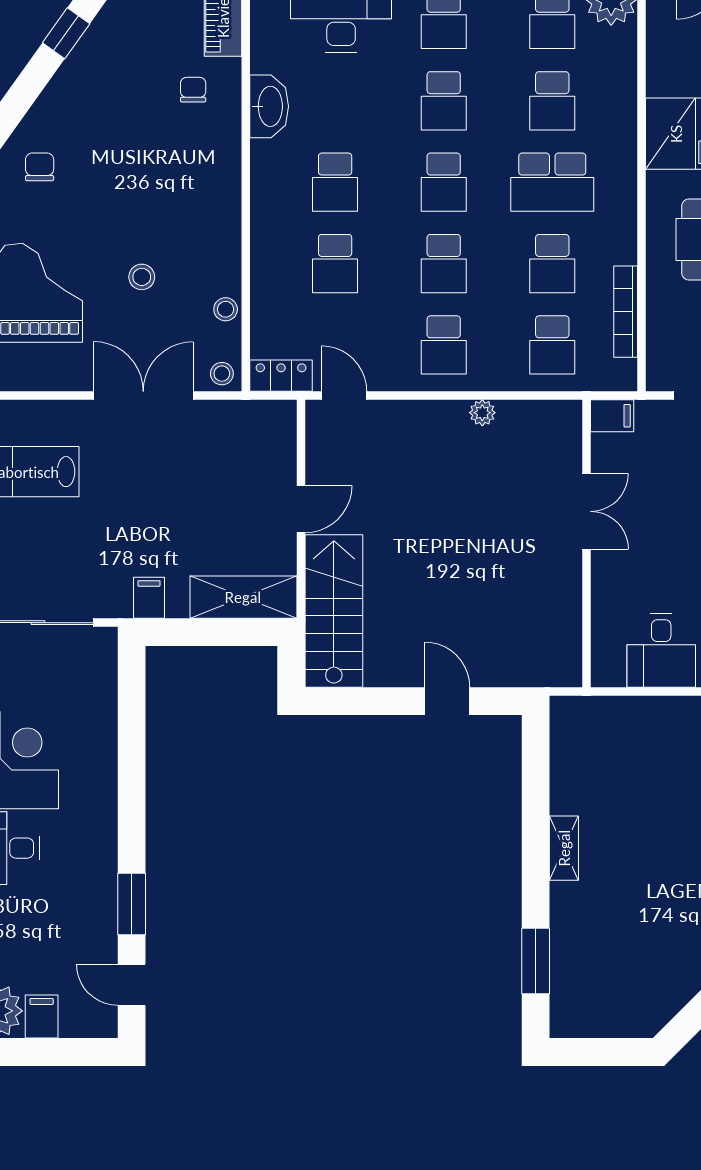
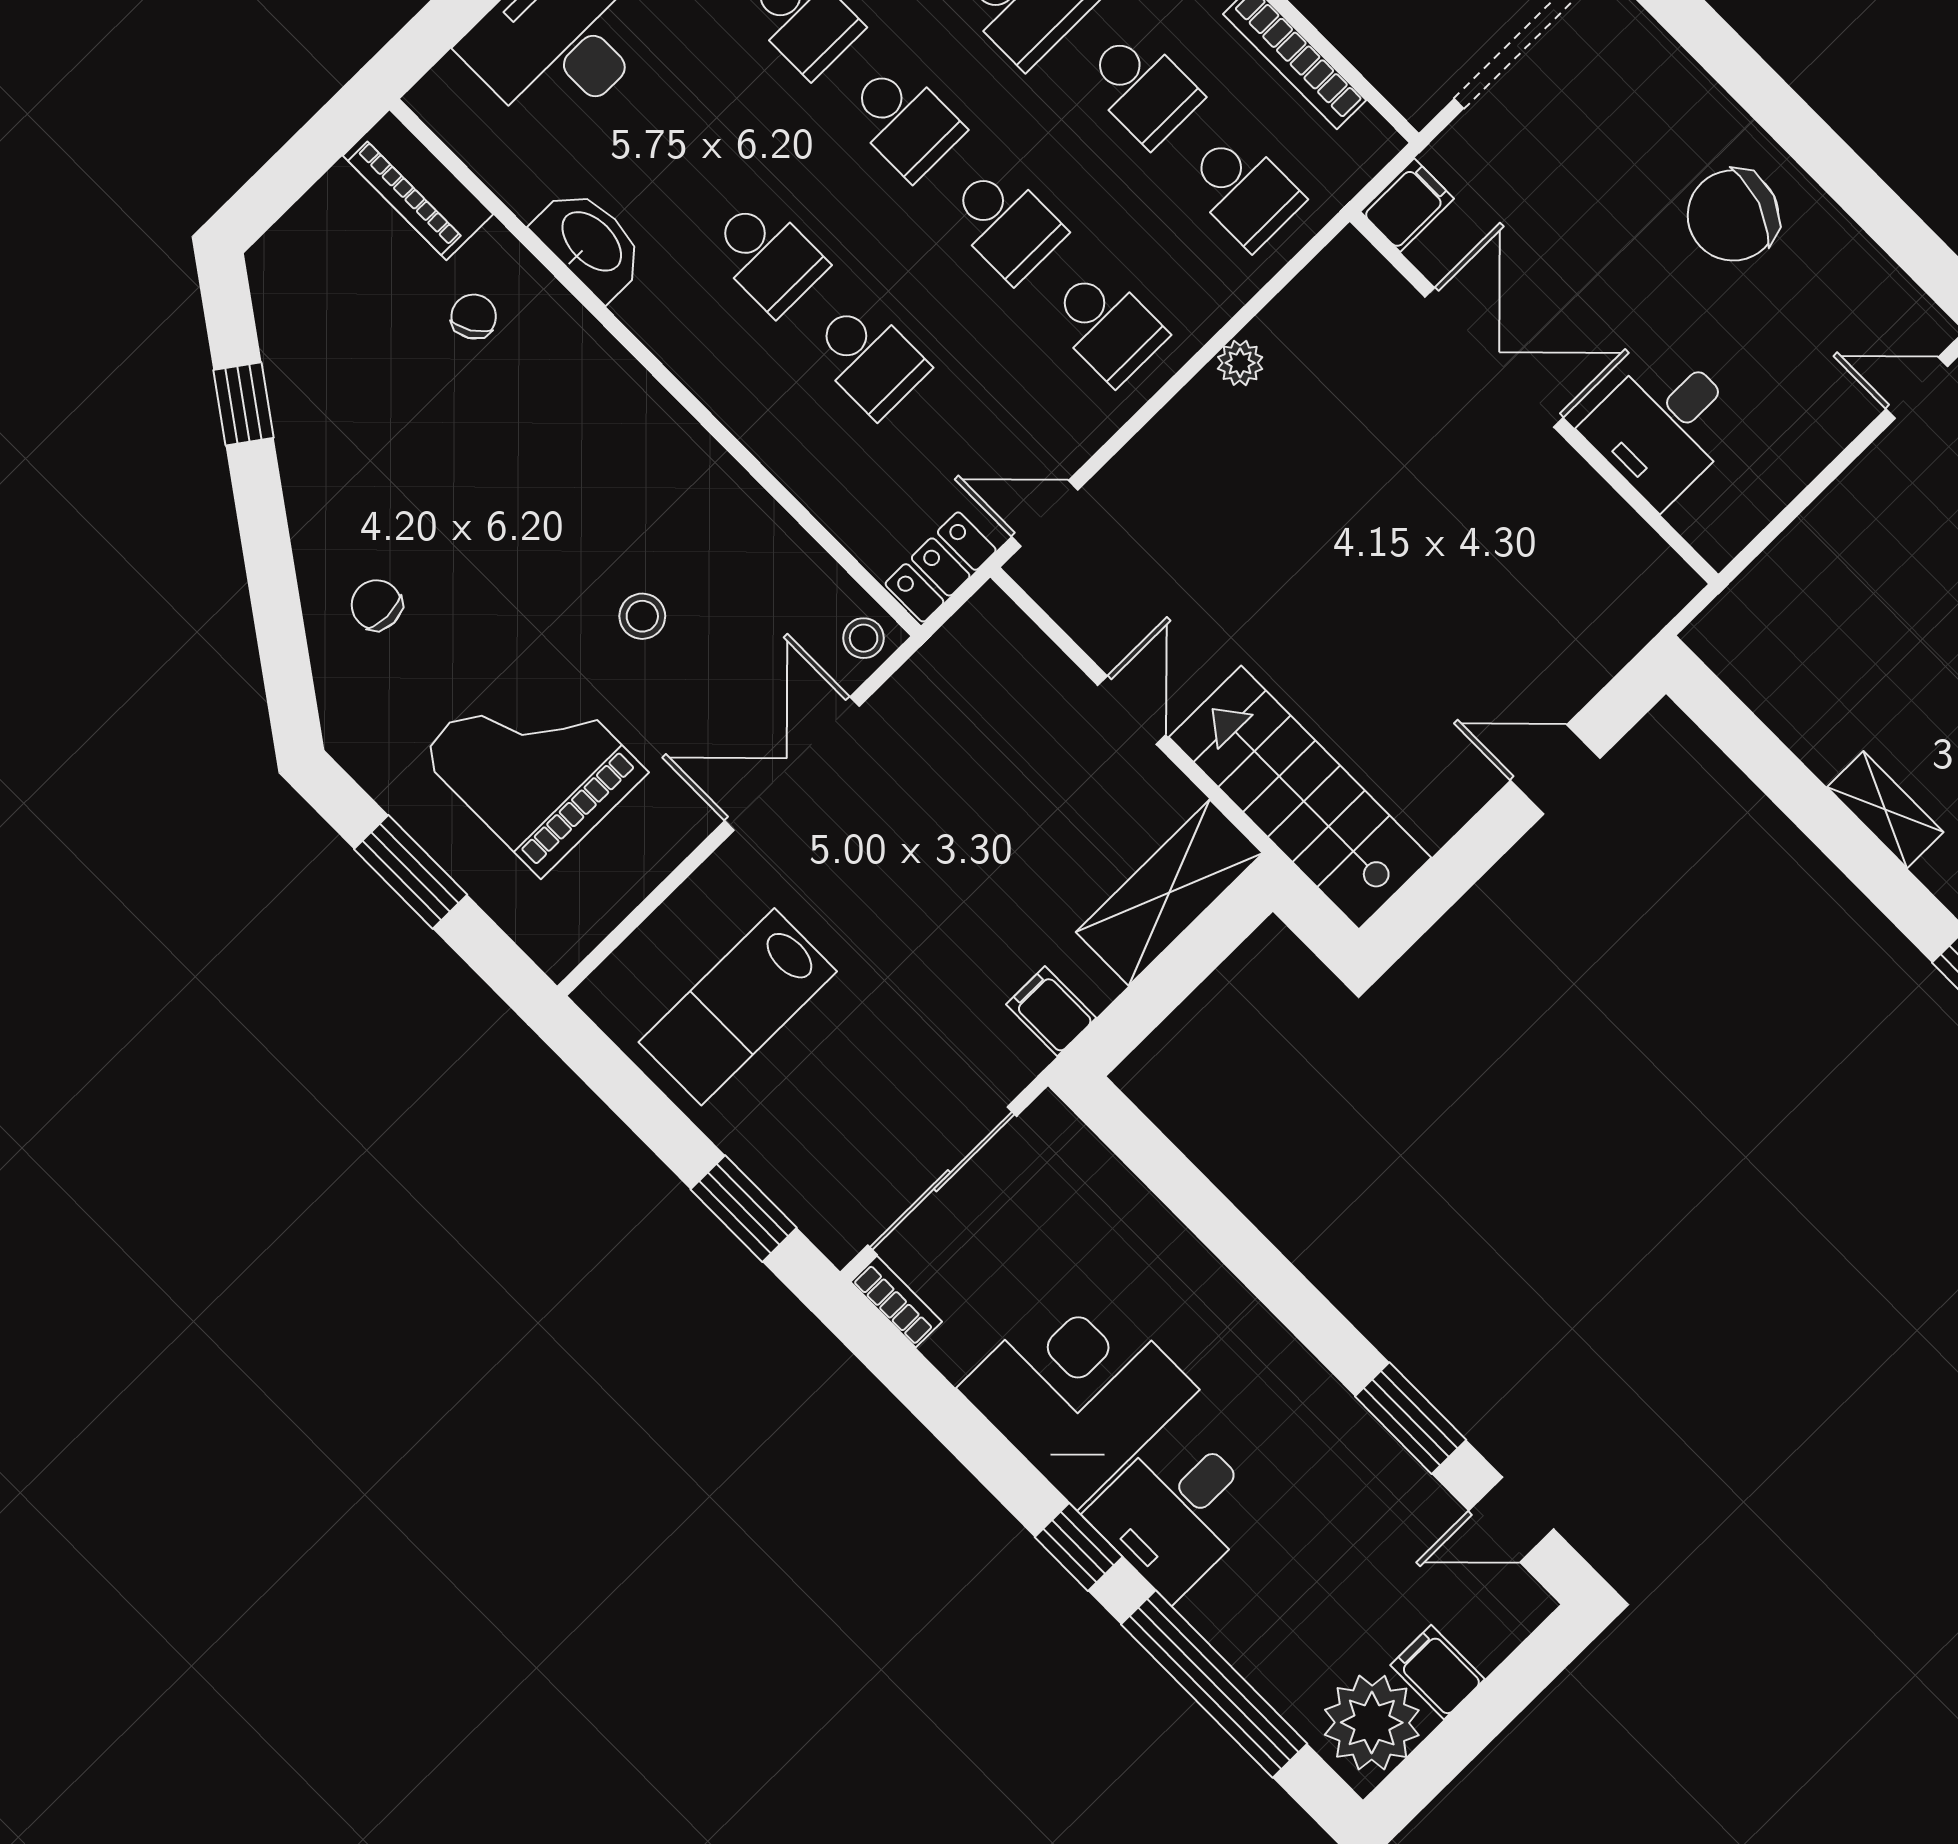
chair: (193, 90) -> (474, 317), turned 58
stool: (226, 309) -> (788, 553), removed
double door: (586, 511) -> (1494, 357), width x1.37
desk: (661, 650) -> (1664, 426), moved, turned 90

